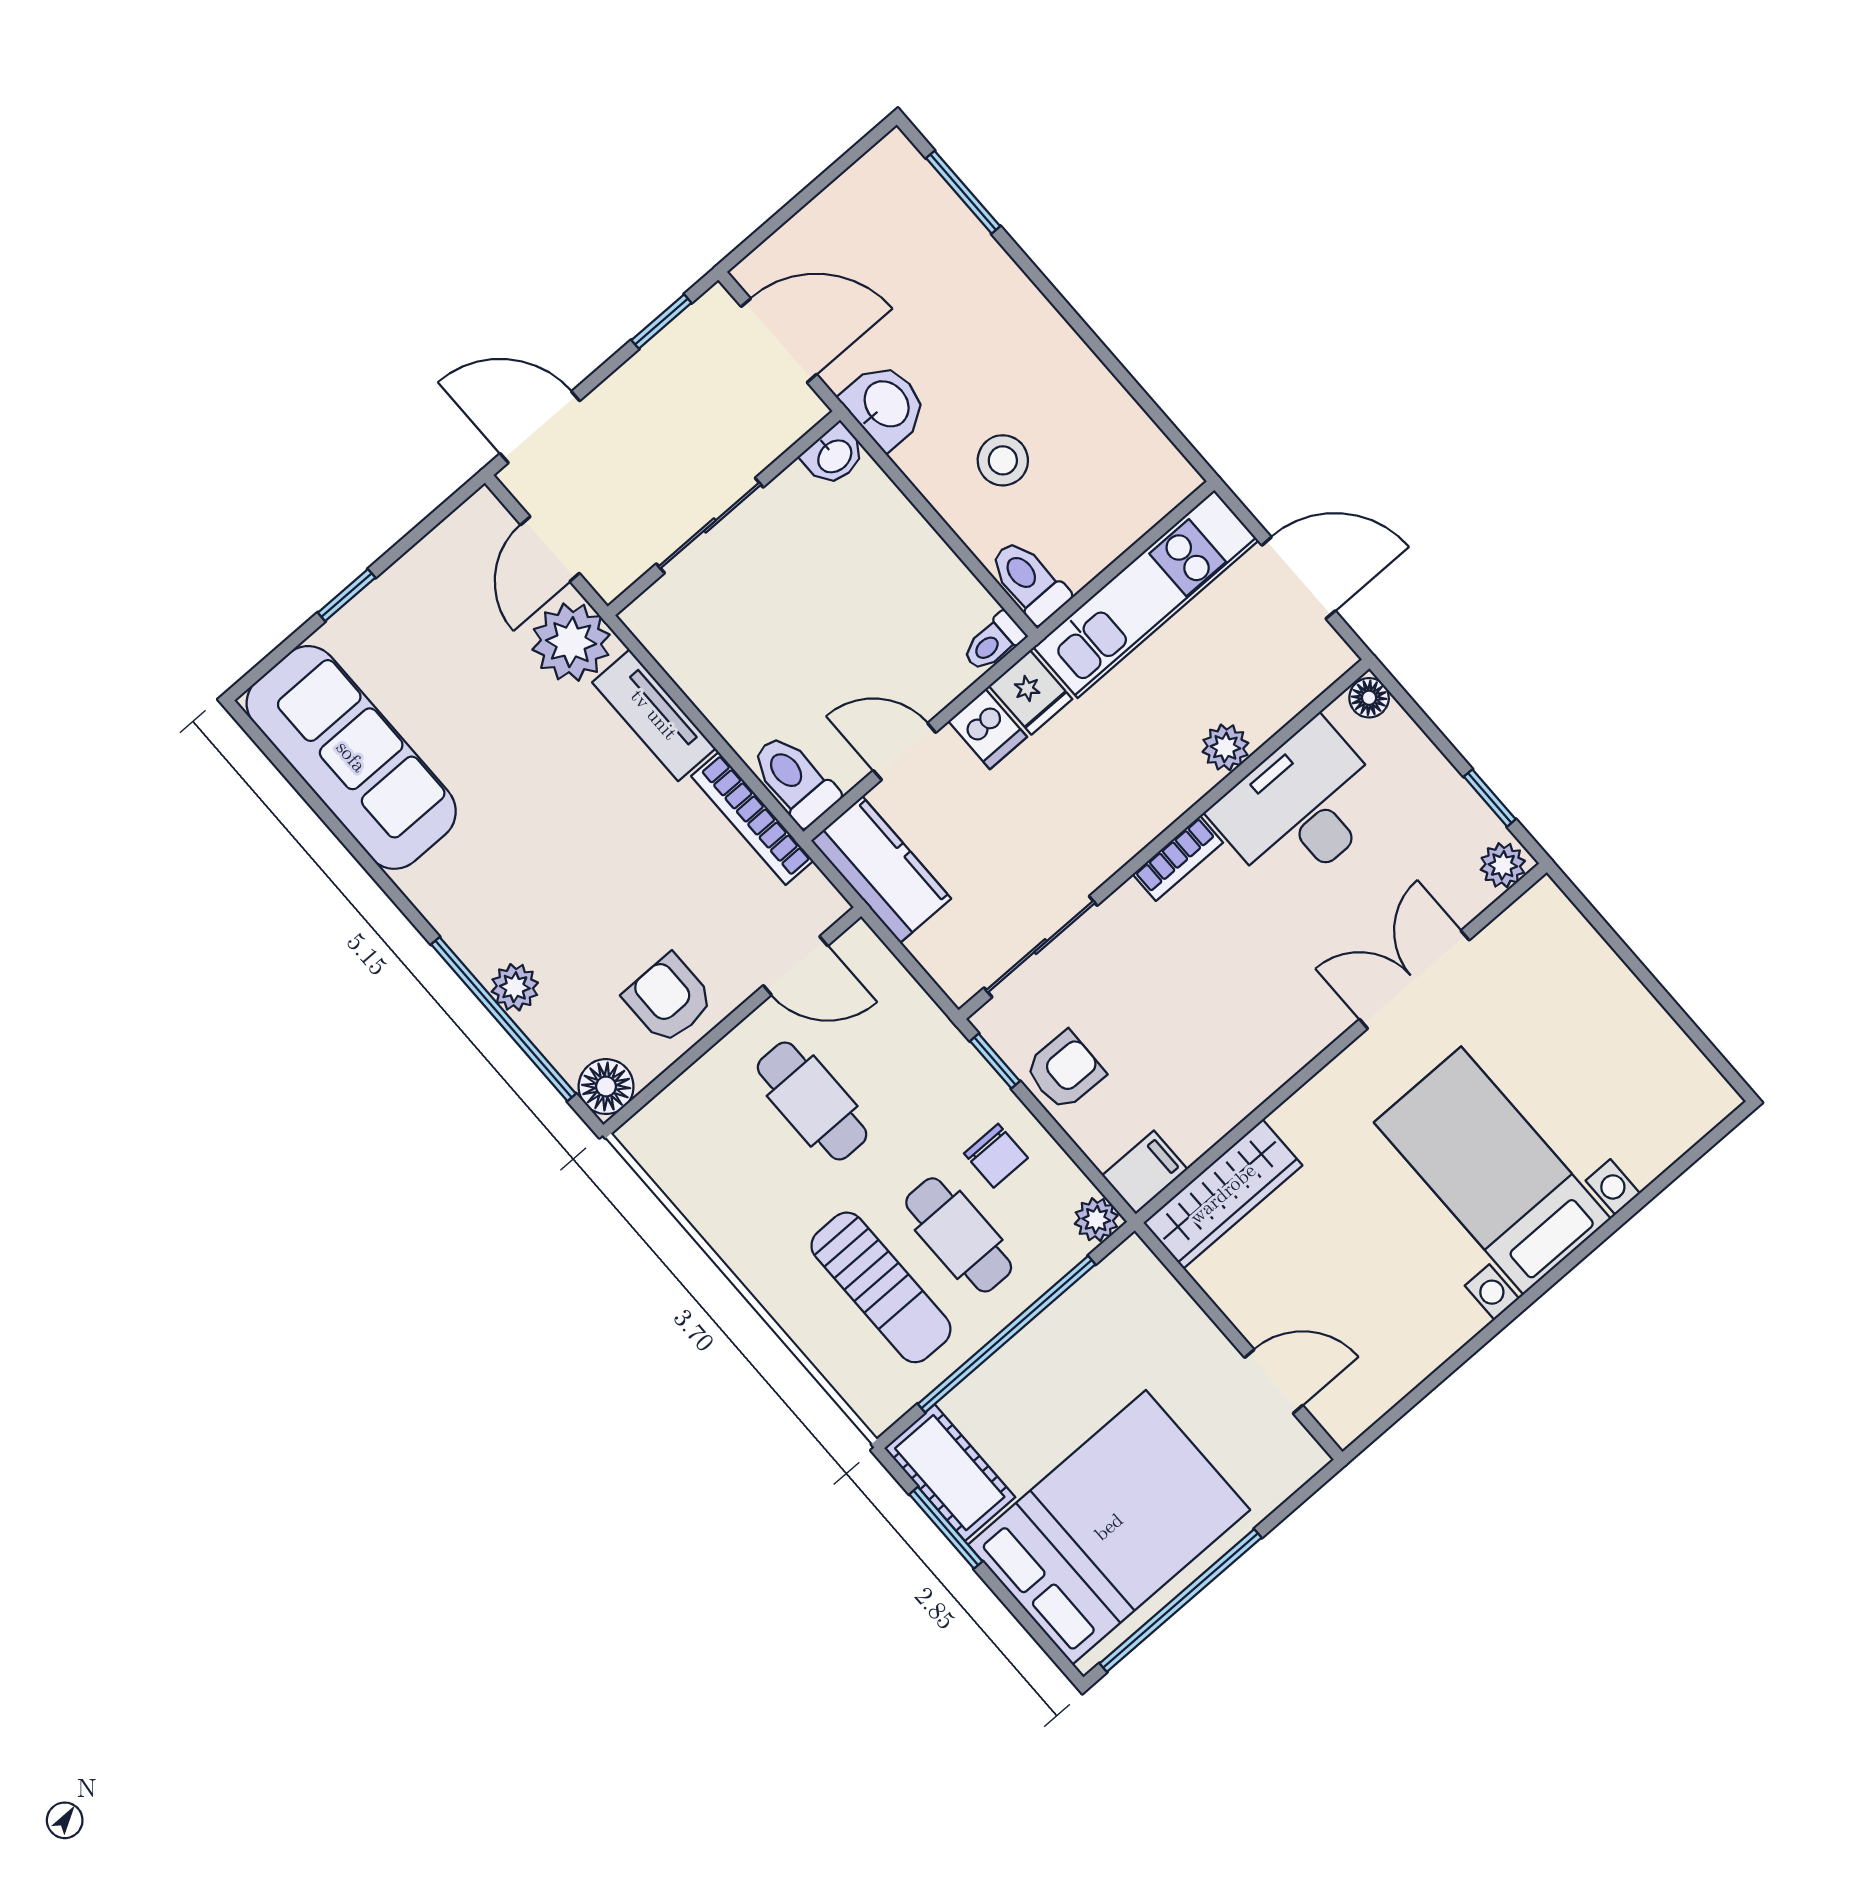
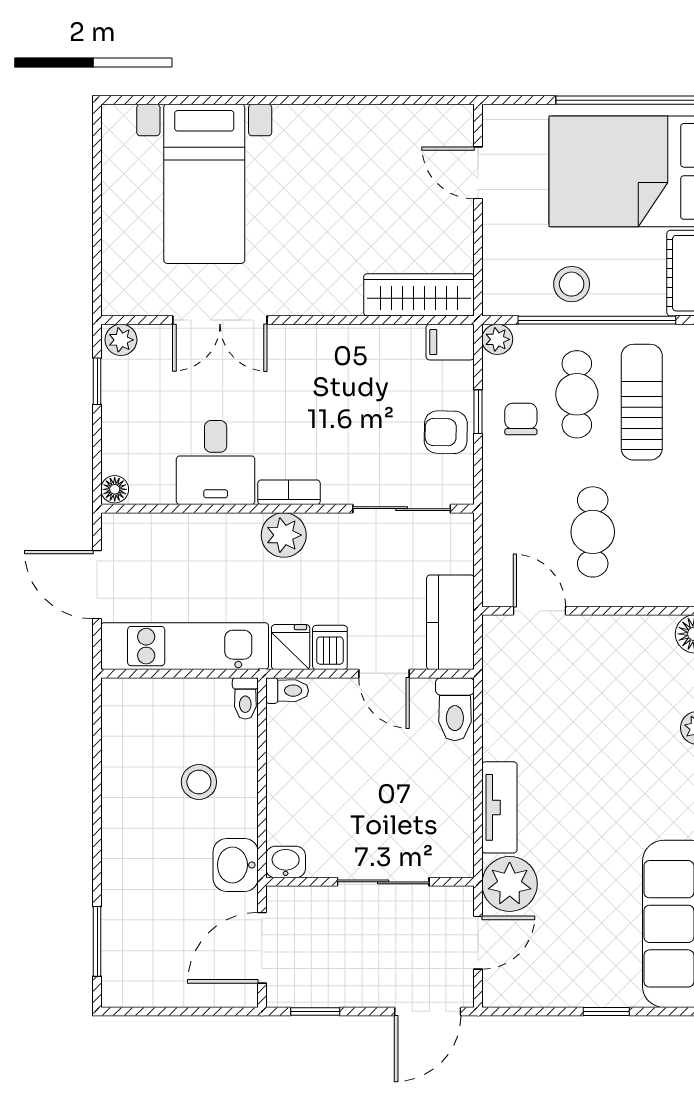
door: (779, 340) -> (262, 948), hinge flipped
door: (540, 427) -> (428, 1011), hinge flipped
toilet: (1029, 581) -> (245, 698), width x0.73, depth x0.72
plant: (1225, 747) -> (284, 535), moved, width x1.38, depth x1.38
desk: (1301, 808) -> (216, 463), width x0.73
bookcase: (752, 818) -> (495, 708), removed
armchair: (669, 999) -> (621, 651), removed
window: (995, 1061) -> (478, 412), moved
bed with nightstands: (1492, 1171) -> (204, 184), moved
stool: (1068, 1349) -> (572, 284), added

